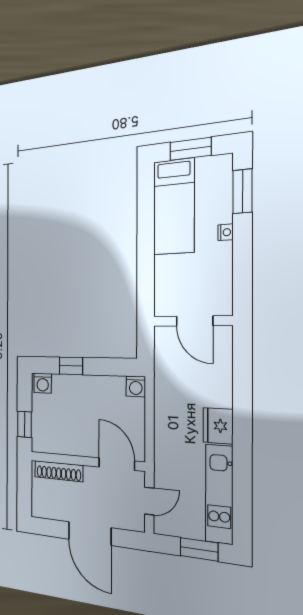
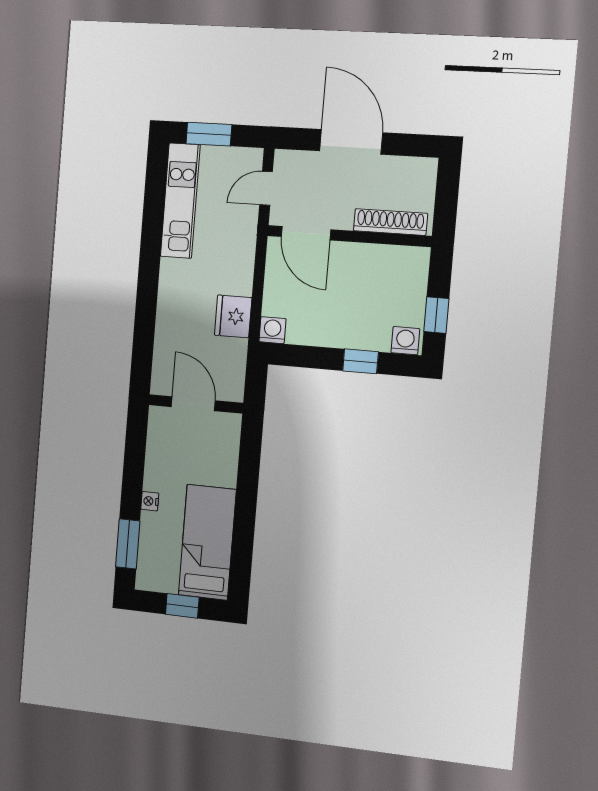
window: (190, 149) -> (182, 606), width x0.67
window: (24, 424) -> (436, 315), moved
fridge: (218, 426) -> (233, 316), moved, turned 180

